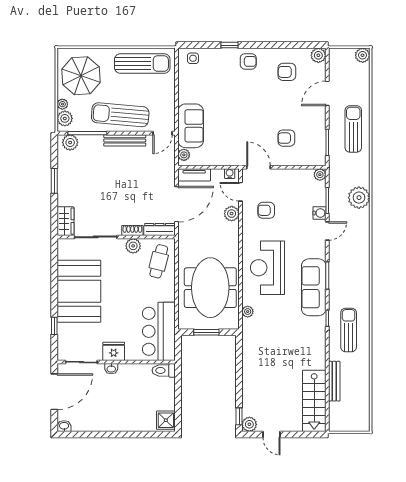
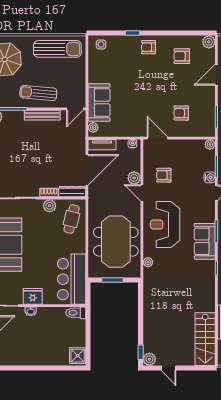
armchair: (248, 61) -> (148, 47), turned 180
sun lounger: (120, 115) -> (38, 93), width x0.73, depth x0.75
door: (241, 192) -> (142, 193), moved
sofa: (314, 287) -> (205, 241), width x0.73

